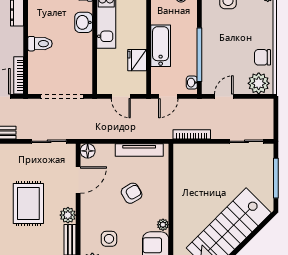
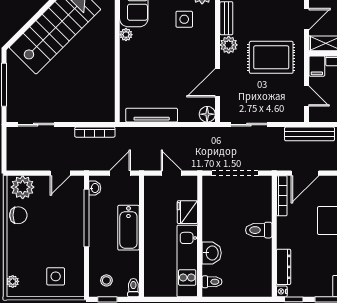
fridge: (137, 60) -> (187, 212), moved, turned 180
armchair: (132, 193) -> (160, 68), removed
rug: (28, 204) -> (271, 57), turned 90

